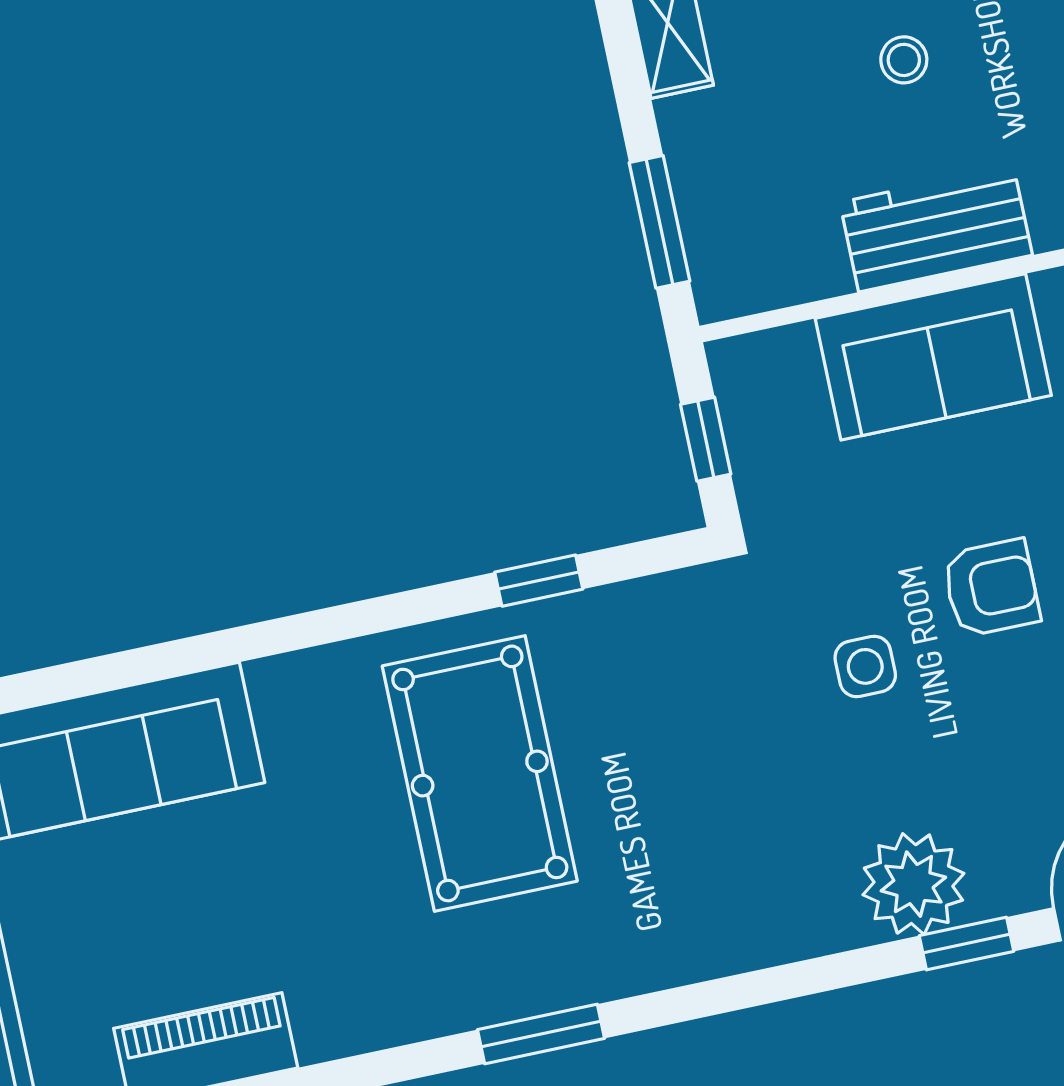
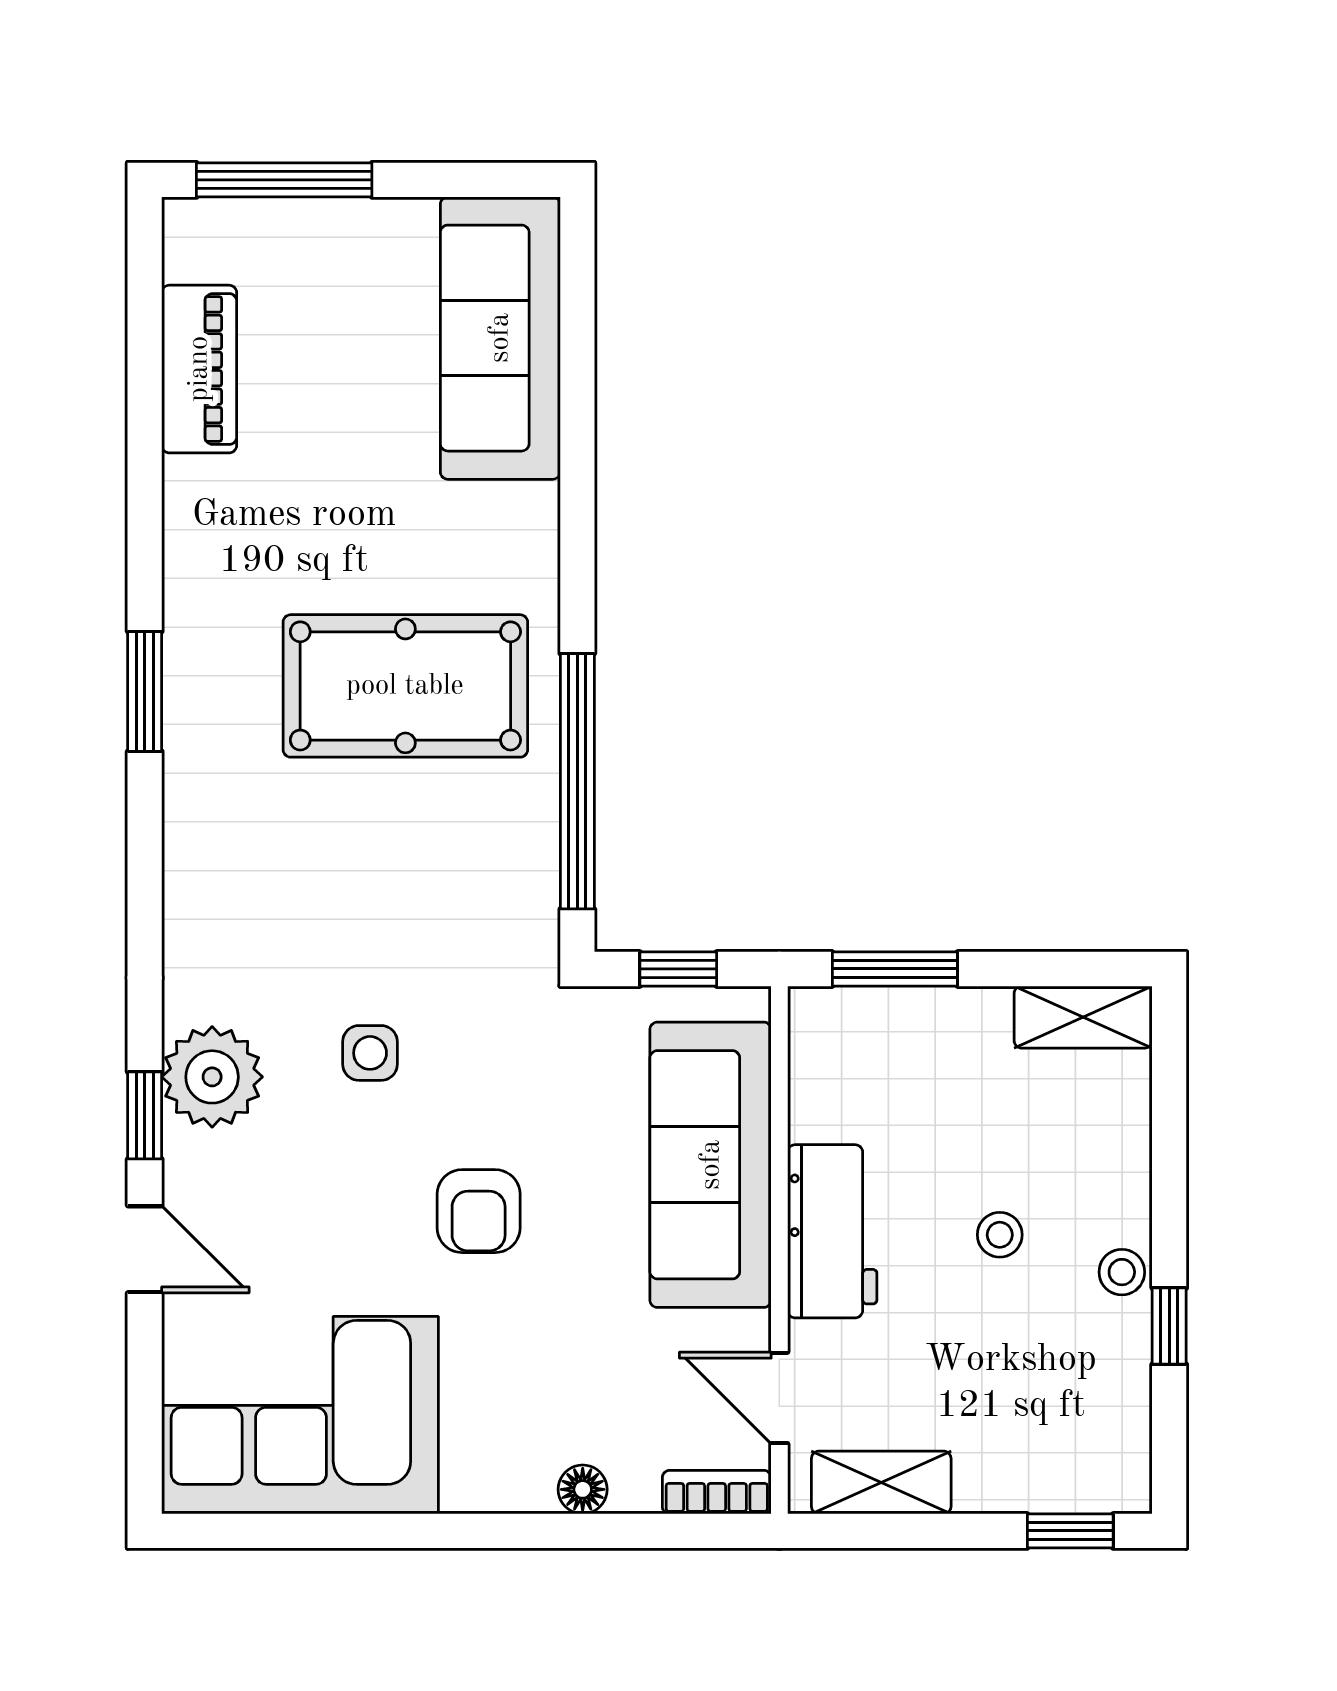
sofa: (933, 357) -> (711, 1165), width x1.36
window: (539, 581) -> (577, 781), width x3.17
side table: (865, 666) -> (370, 1053), moved

